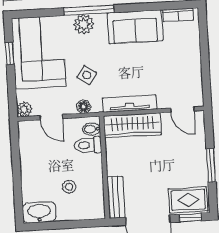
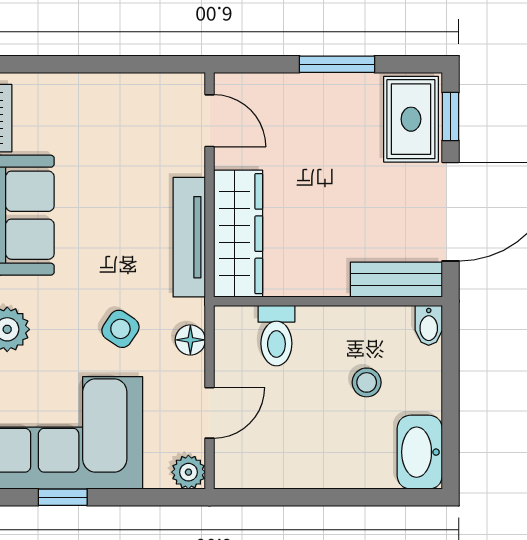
door: (182, 110) -> (210, 121), hinge flipped
bidet: (91, 129) -> (429, 325), moved

